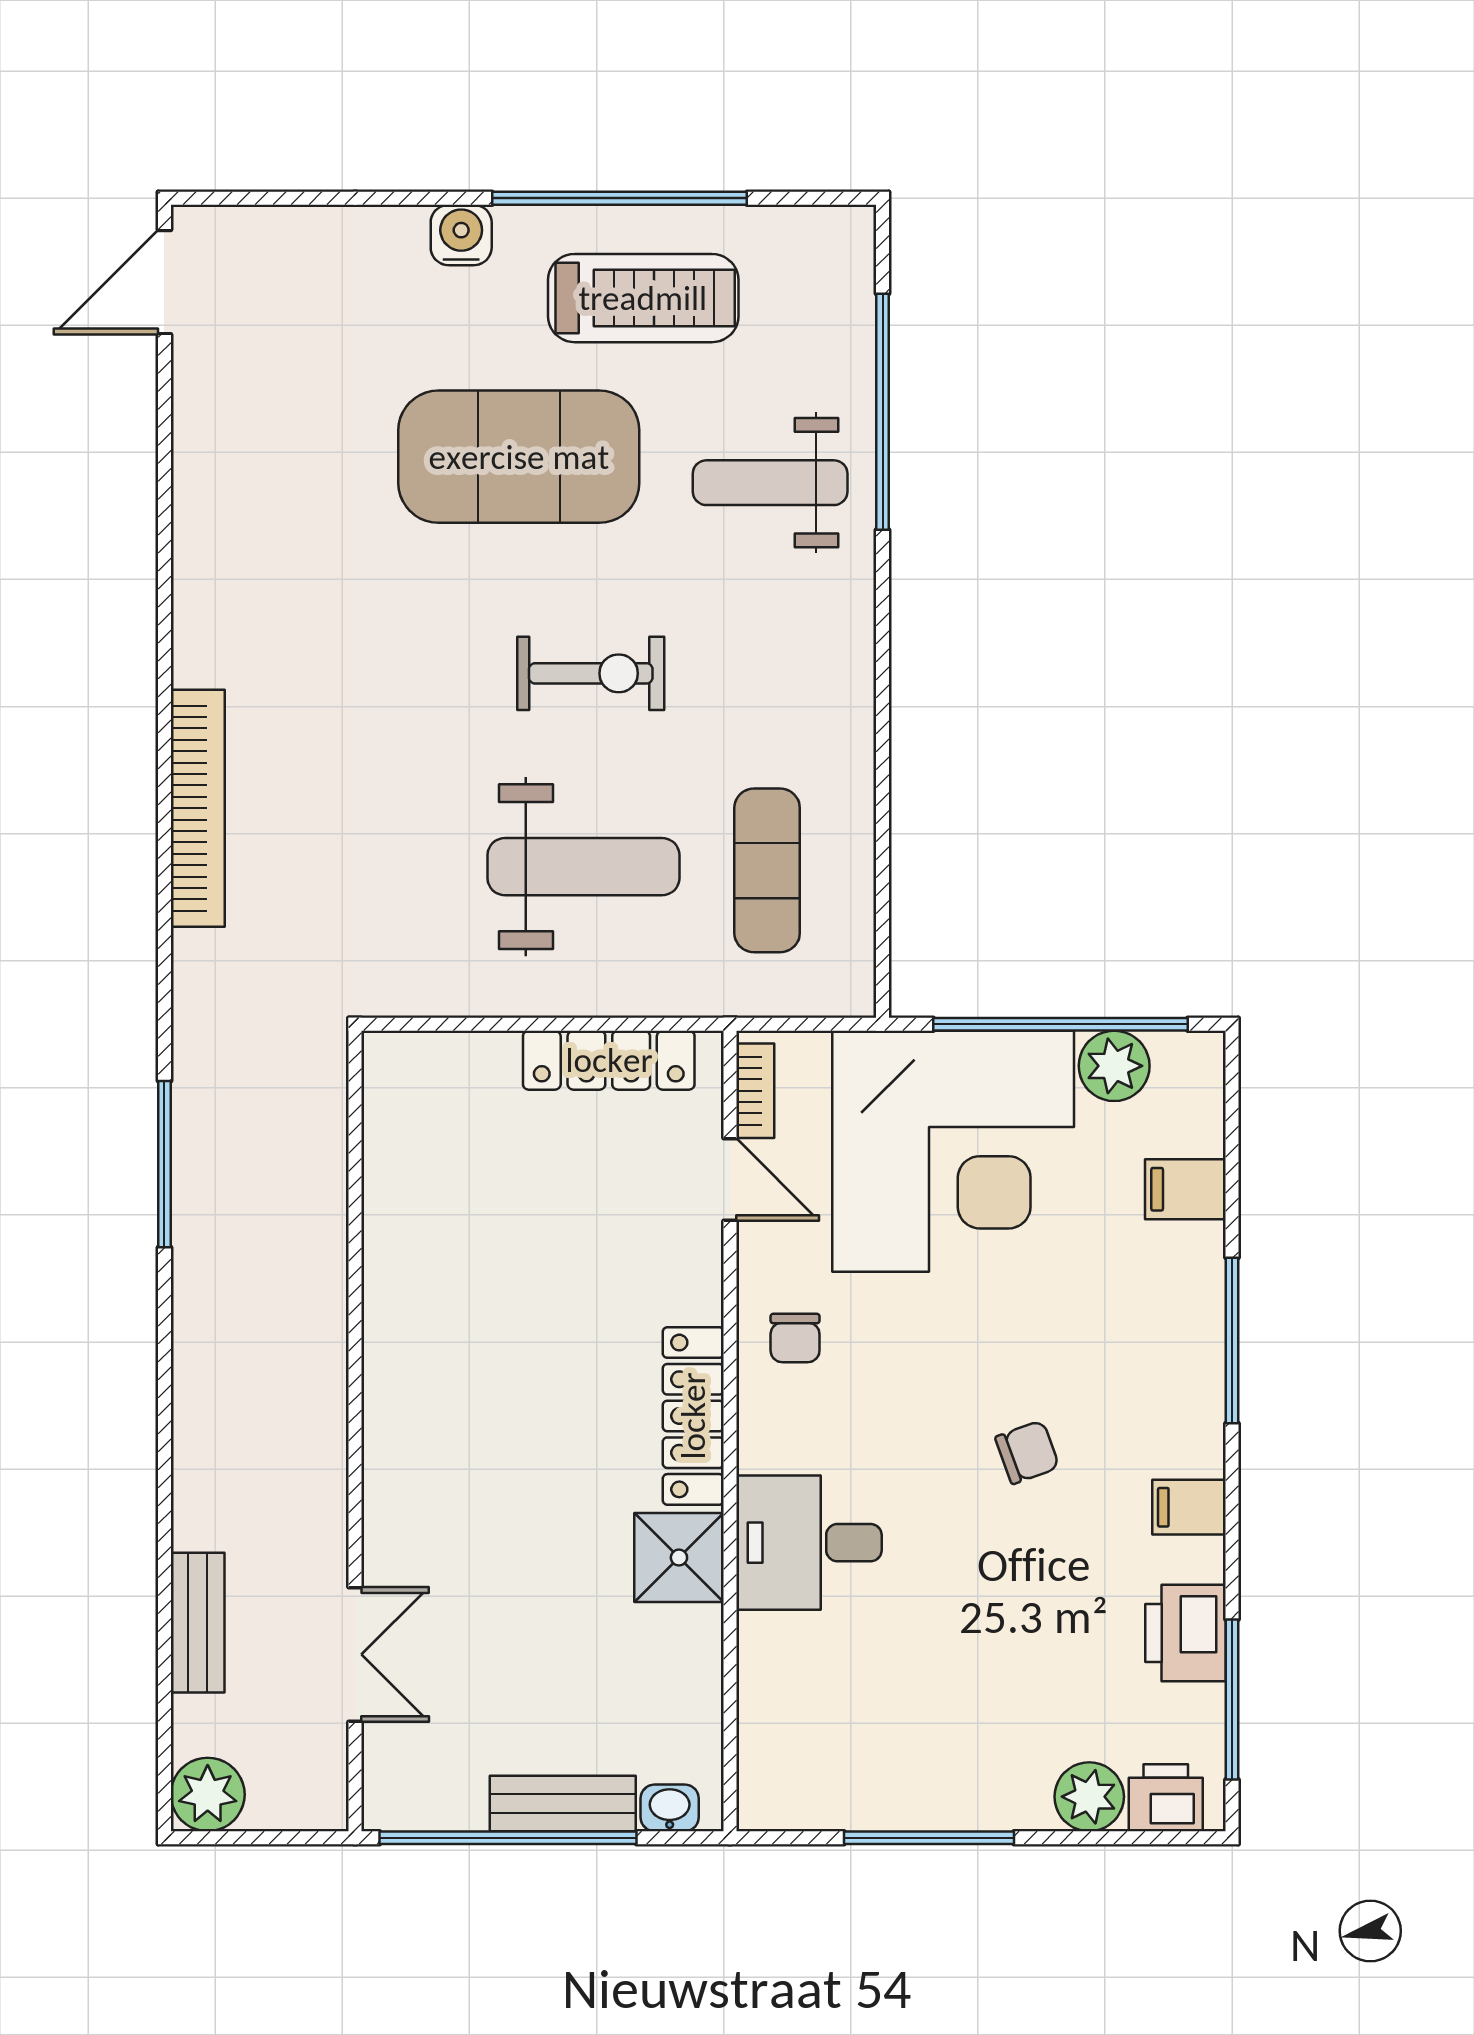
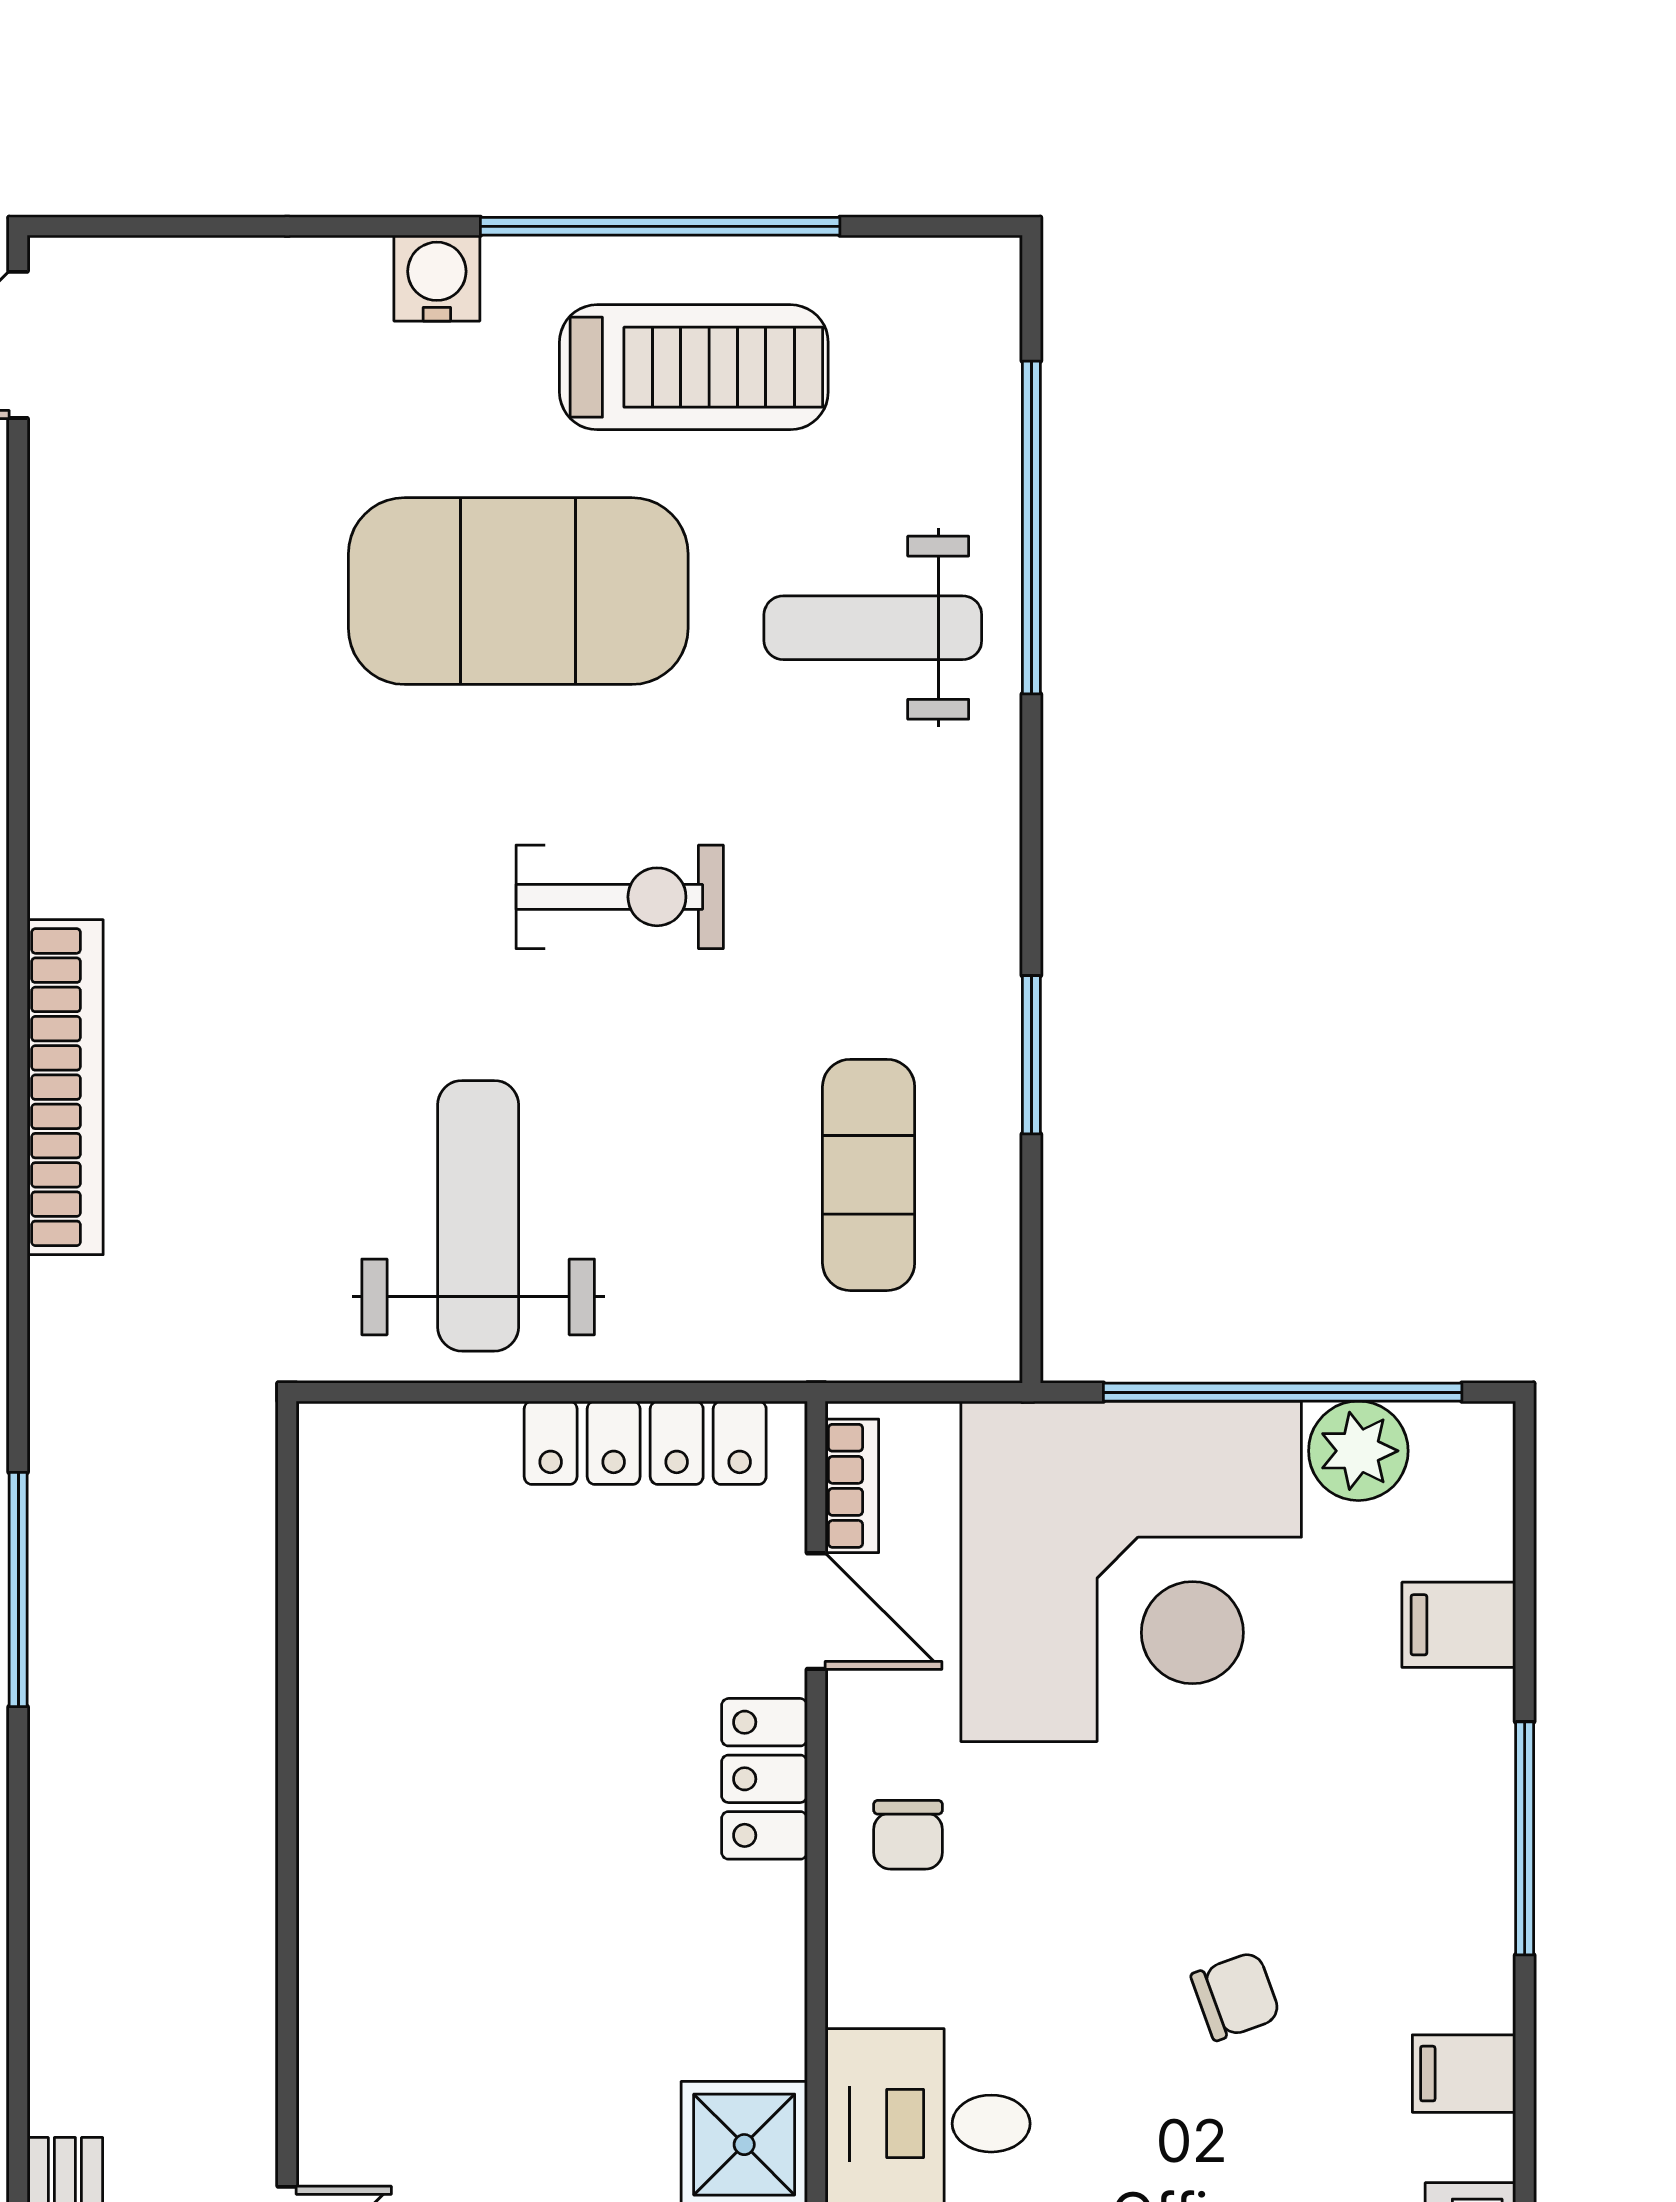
window: (883, 785) -> (1031, 1055), added
weight bench: (583, 867) -> (478, 1216), moved, turned -90
locker: (693, 1416) -> (764, 1779), moved, width x0.66

